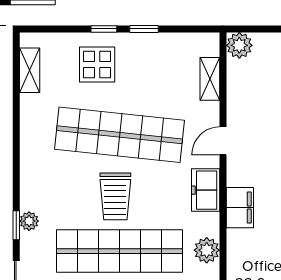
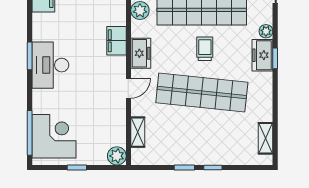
display table: (97, 64) -> (218, 142), removed
freezer: (34, 187) -> (262, 55), added
trolley: (115, 196) -> (205, 49), width x0.73, depth x0.72
window: (16, 225) -> (275, 58), moved

